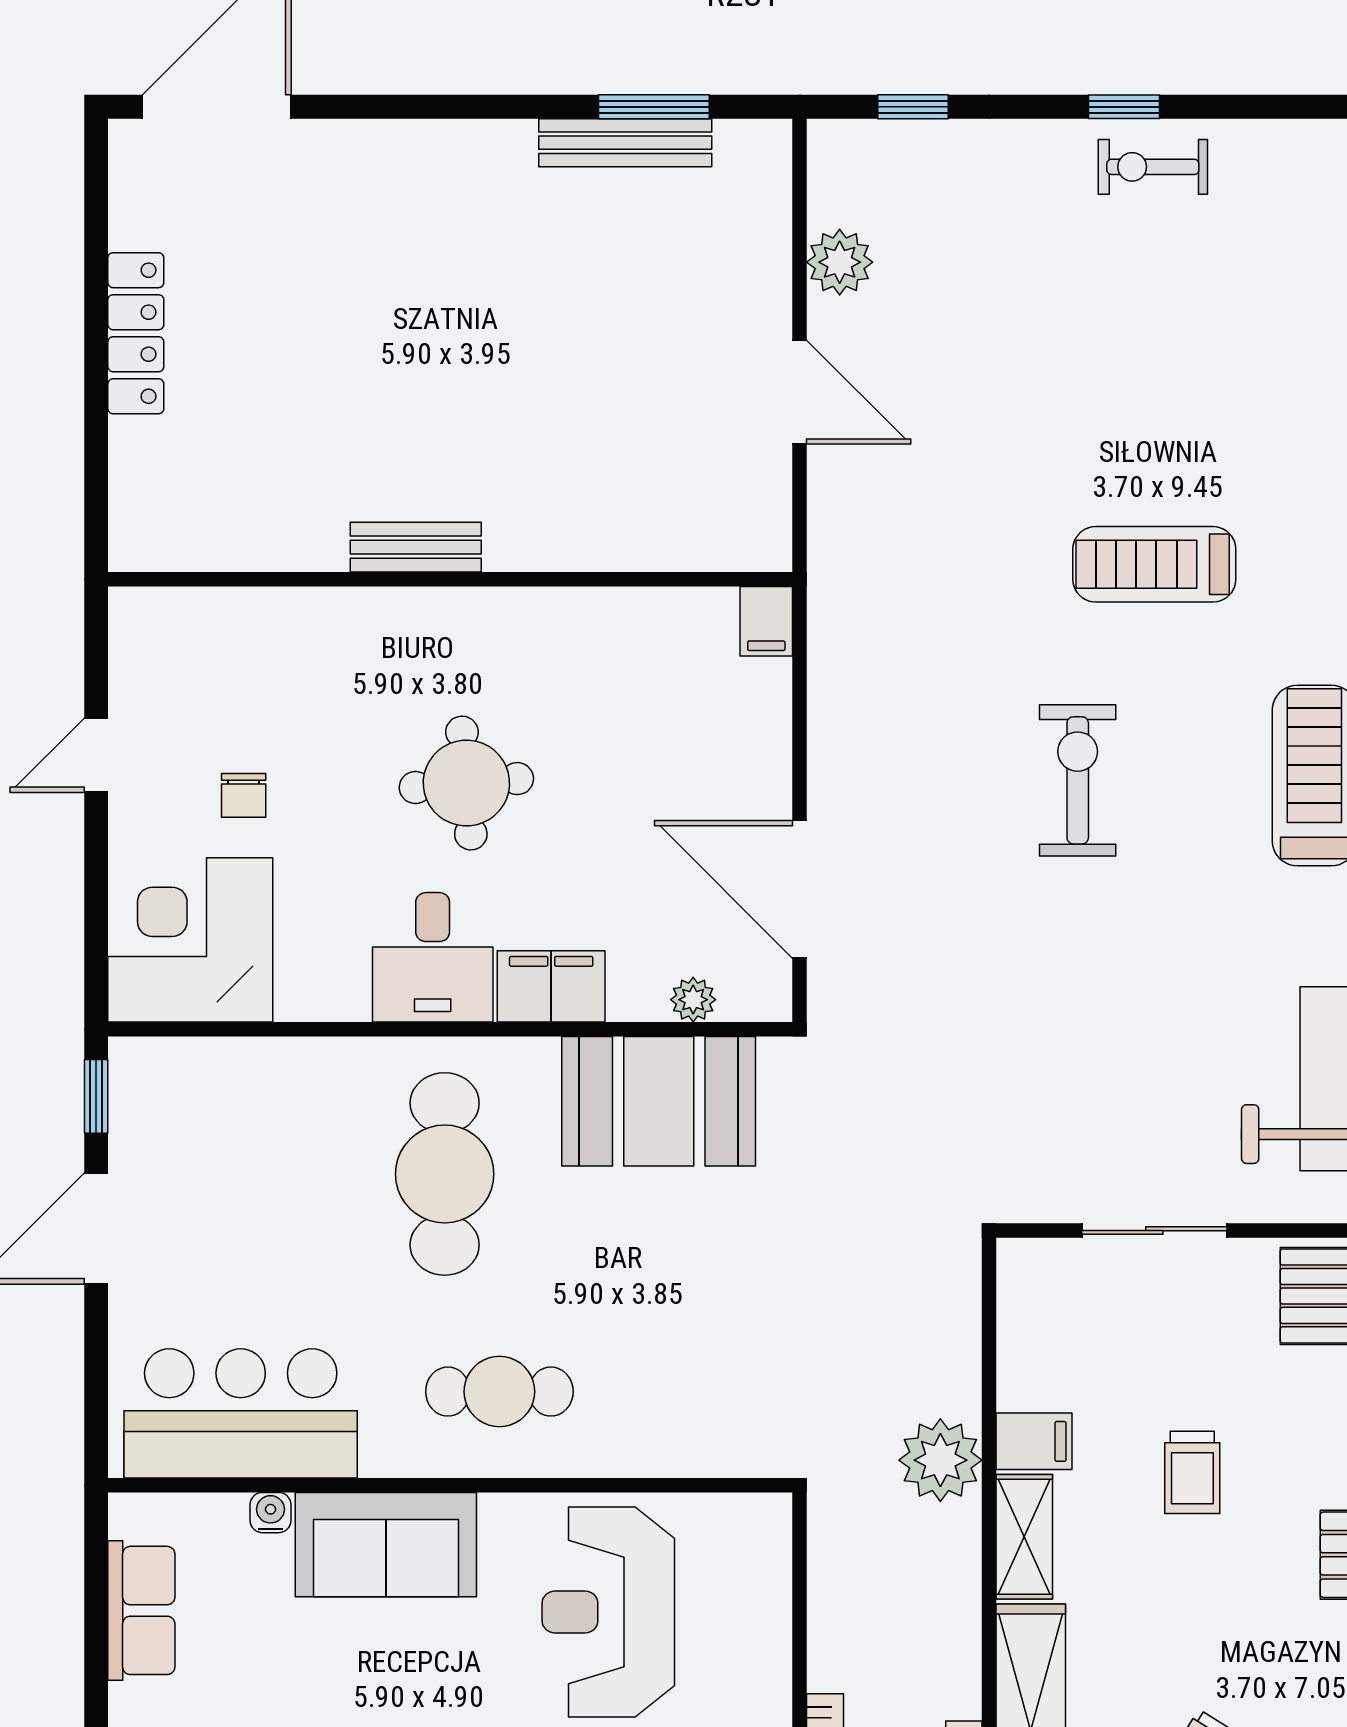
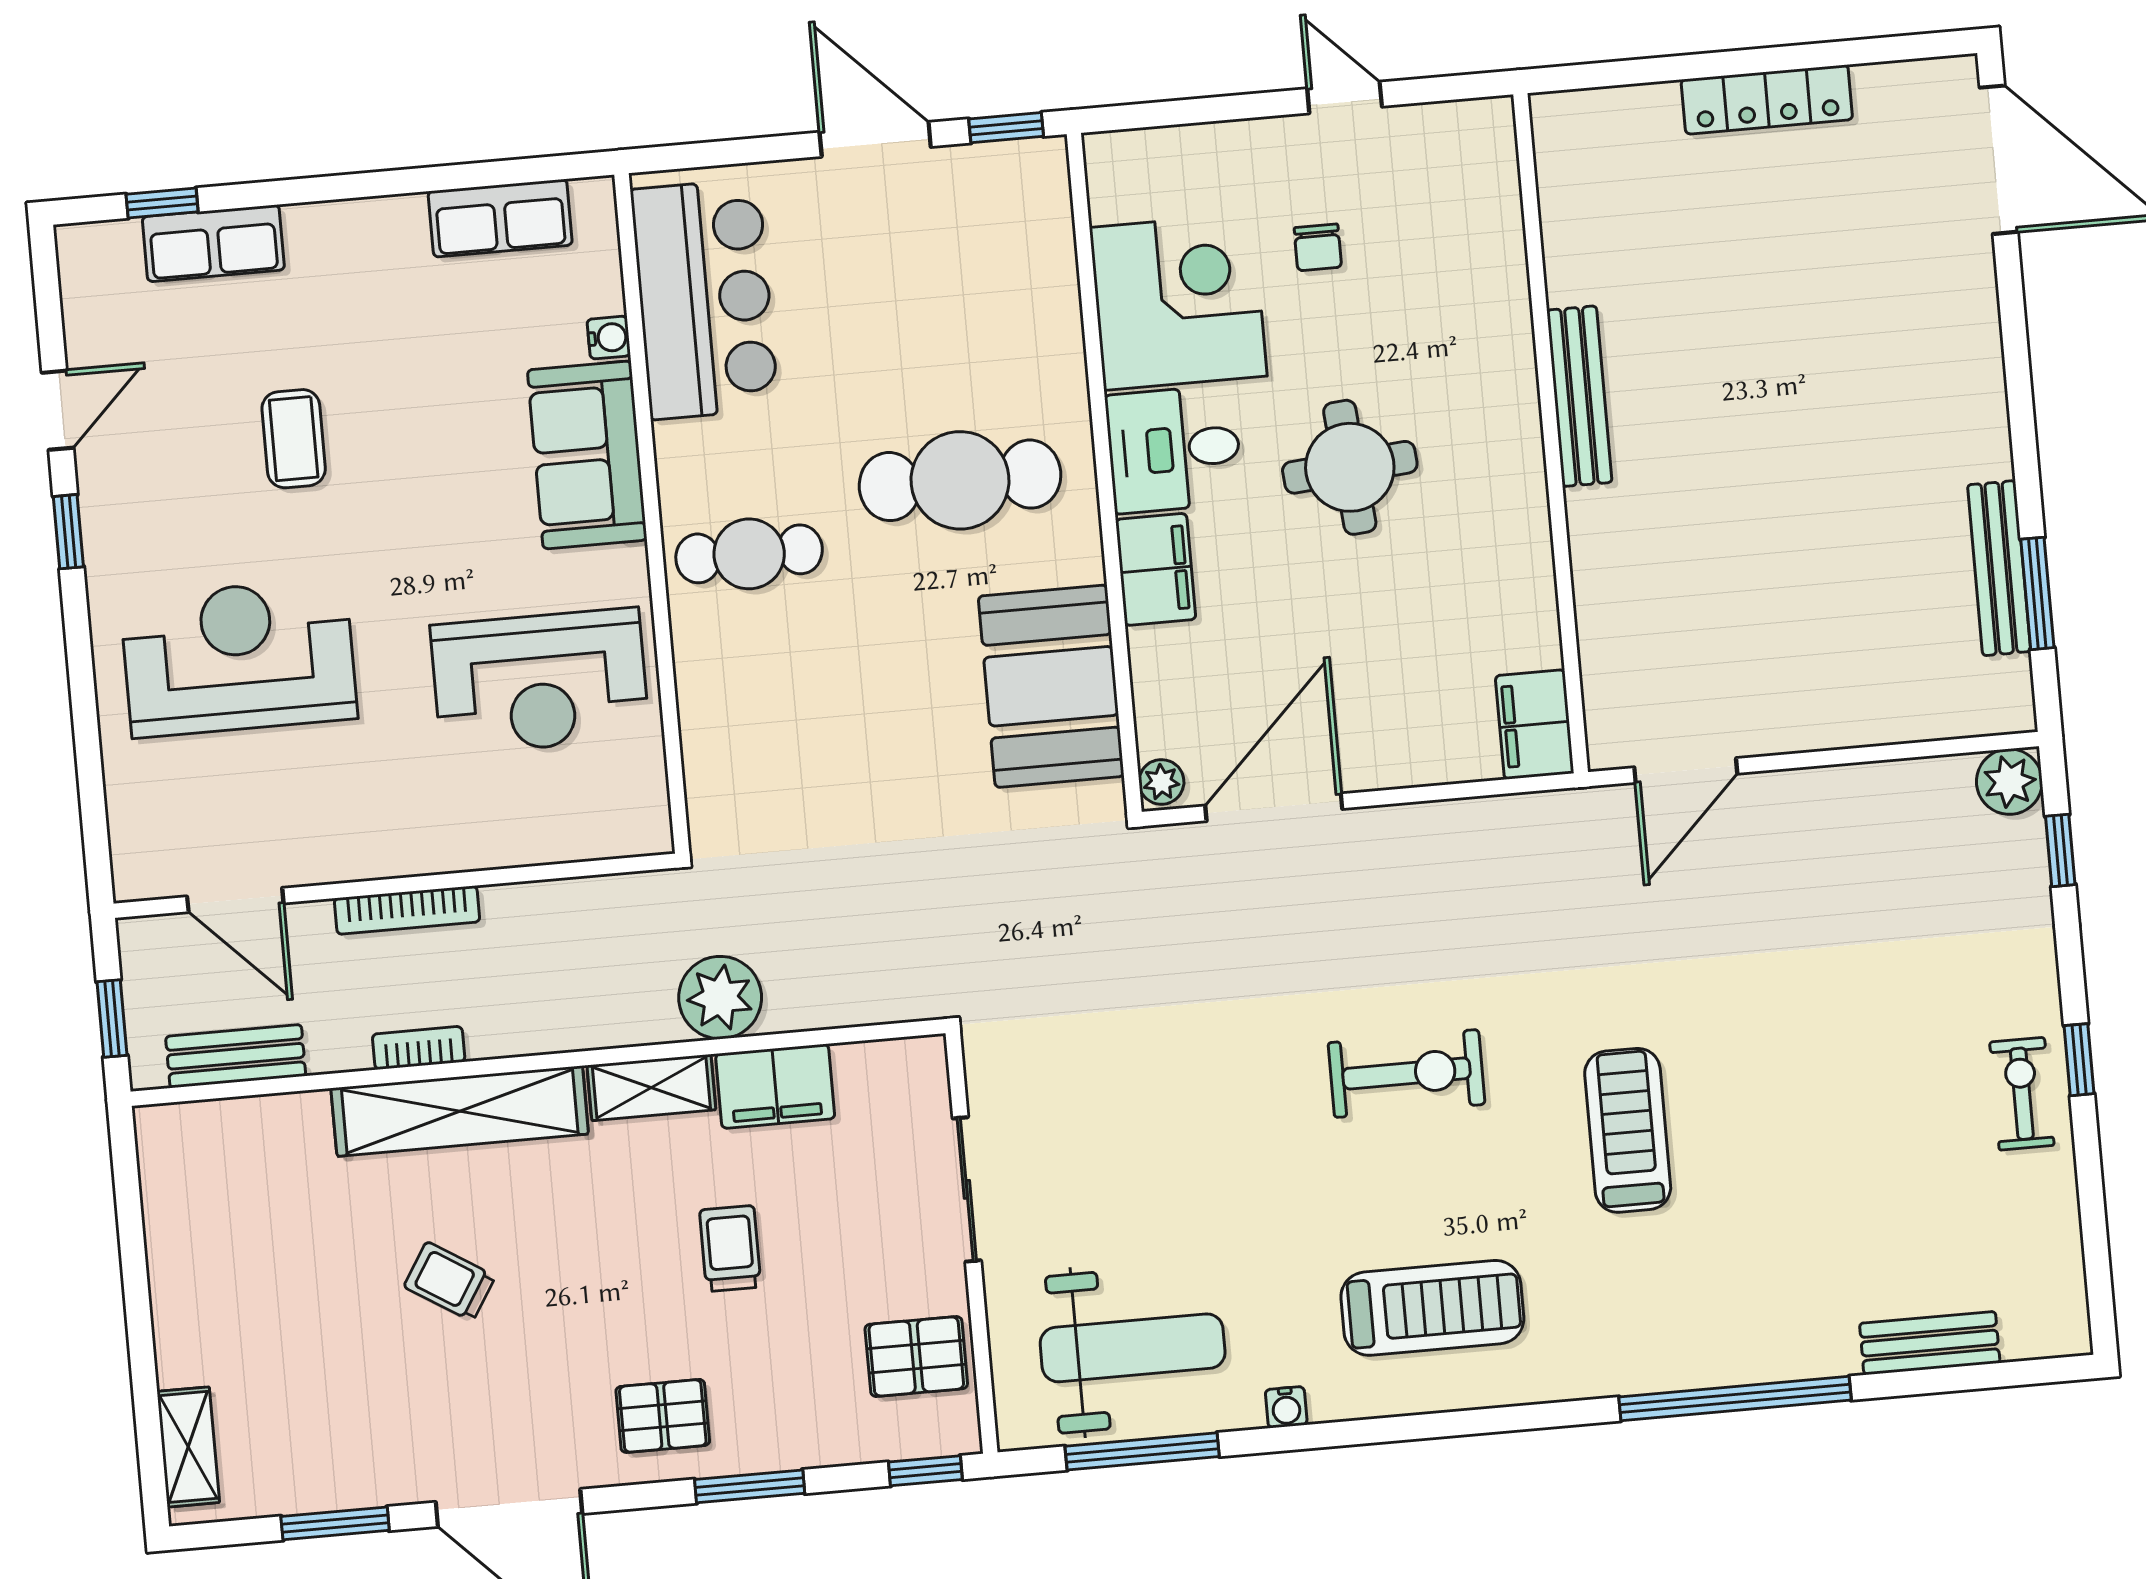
plant: (840, 262) -> (2009, 782), moved
door: (800, 392) -> (1686, 770), moved
bench: (416, 547) -> (1579, 396), width x1.36
filing cabinet: (766, 621) -> (1535, 724), width x2.00
chair: (244, 795) -> (1318, 247), turned -90
corner desk: (190, 940) -> (1178, 302), moved
plant: (693, 1000) -> (1161, 782), moved
cafe table: (499, 1392) -> (749, 554), turned 90
filing cabinet: (1034, 1441) -> (775, 1086), width x2.00
trolley: (1192, 1472) -> (730, 1248), turned 90
reception desk: (608, 1612) -> (540, 681), turned 180

